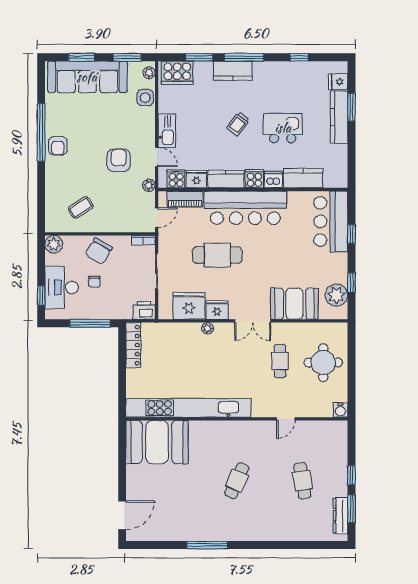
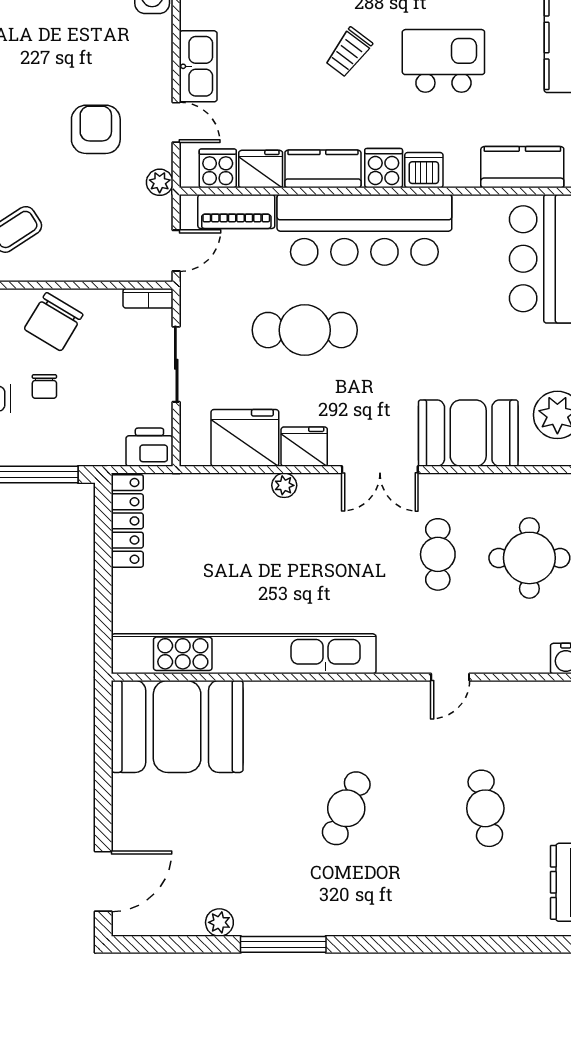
kitchen counter: (303, 178) -> (522, 167), moved
plant: (177, 535) -> (219, 922), added

